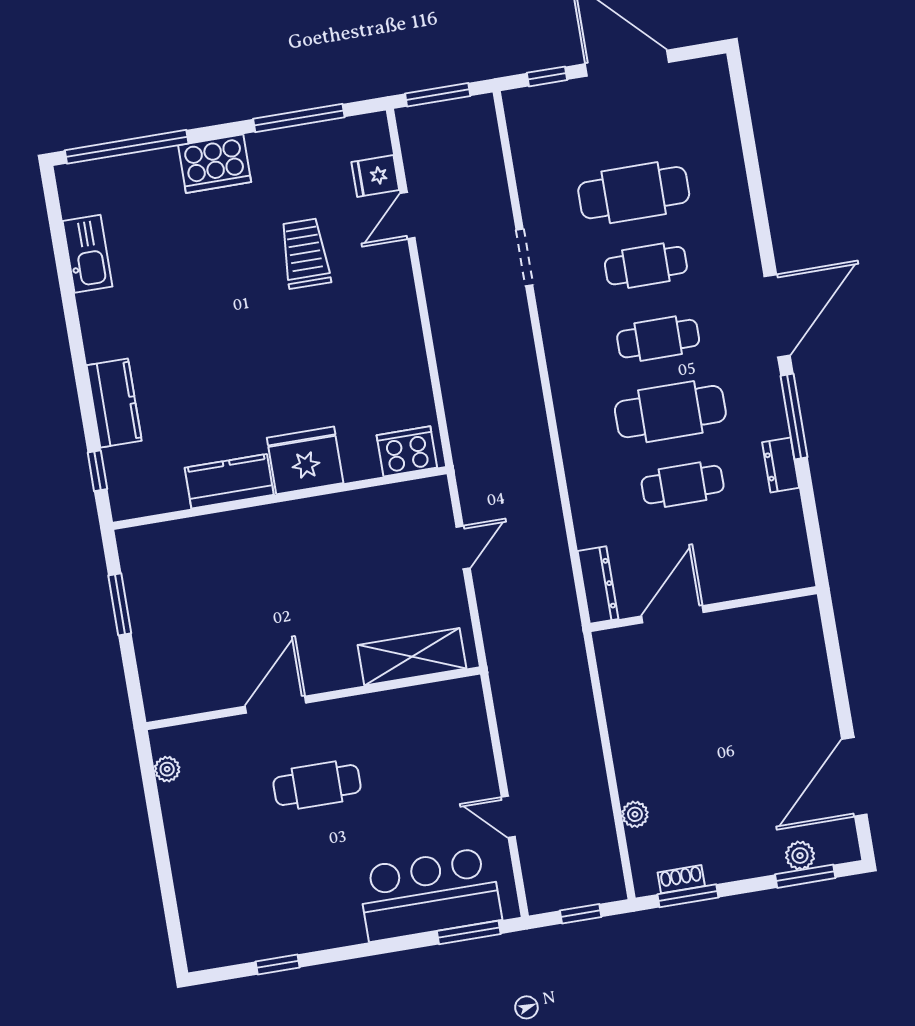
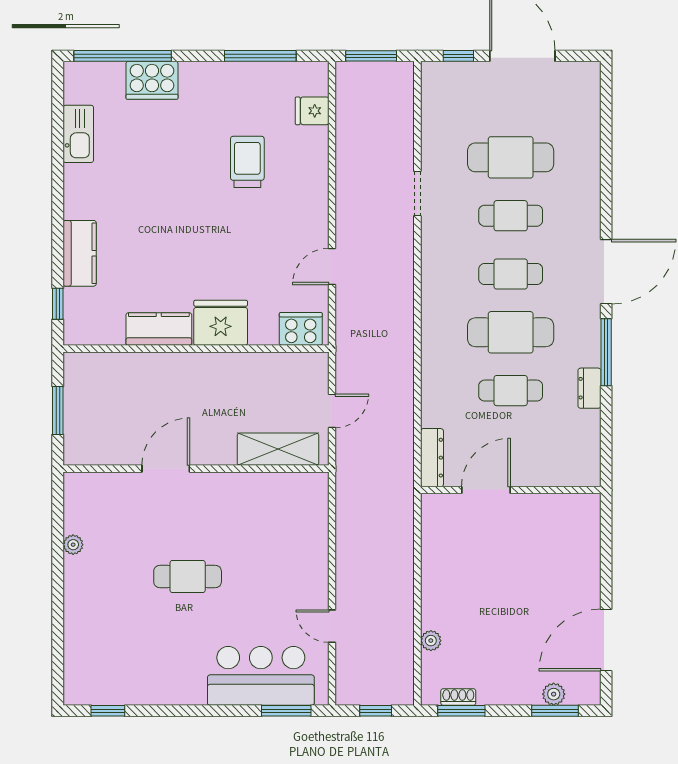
cooker: (215, 164) -> (152, 80), moved
door: (408, 216) -> (332, 266), moved
shelving: (412, 657) -> (278, 449), moved
wall: (313, 698) -> (196, 469), moved
door: (276, 705) -> (166, 469), moved
window: (278, 964) -> (108, 711), moved

